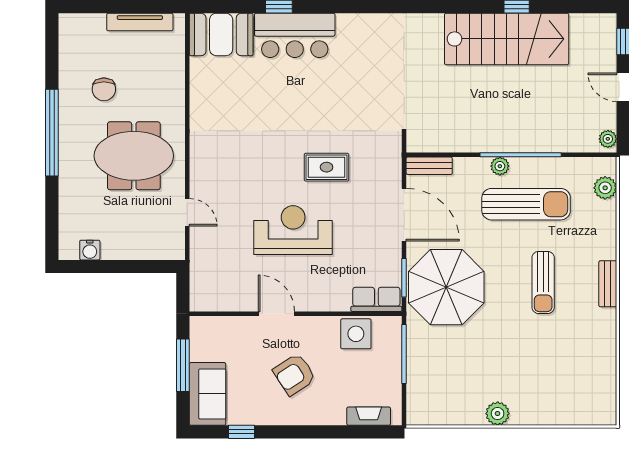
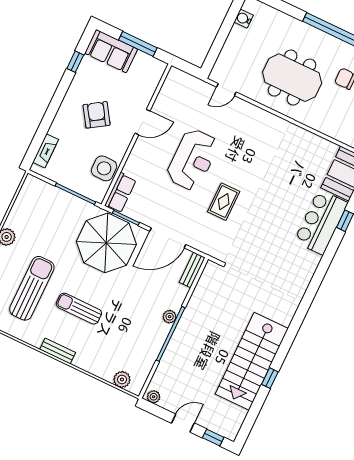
meeting table: (134, 156) -> (292, 78), turned 90
sun lounger: (526, 204) -> (32, 288), moved, turned 180
door: (187, 212) -> (226, 90), moved

